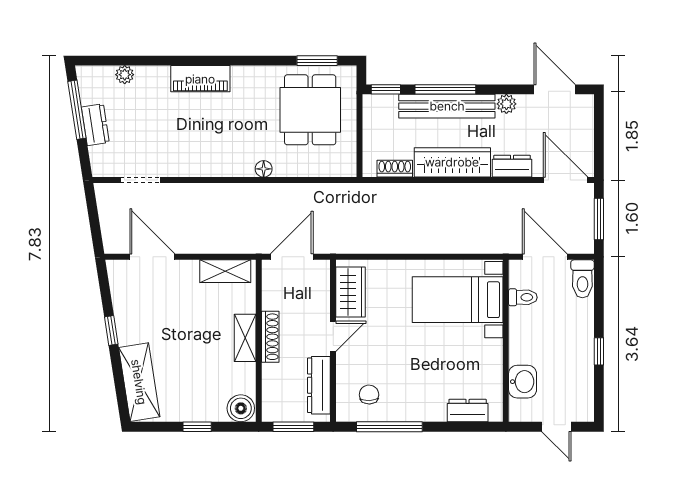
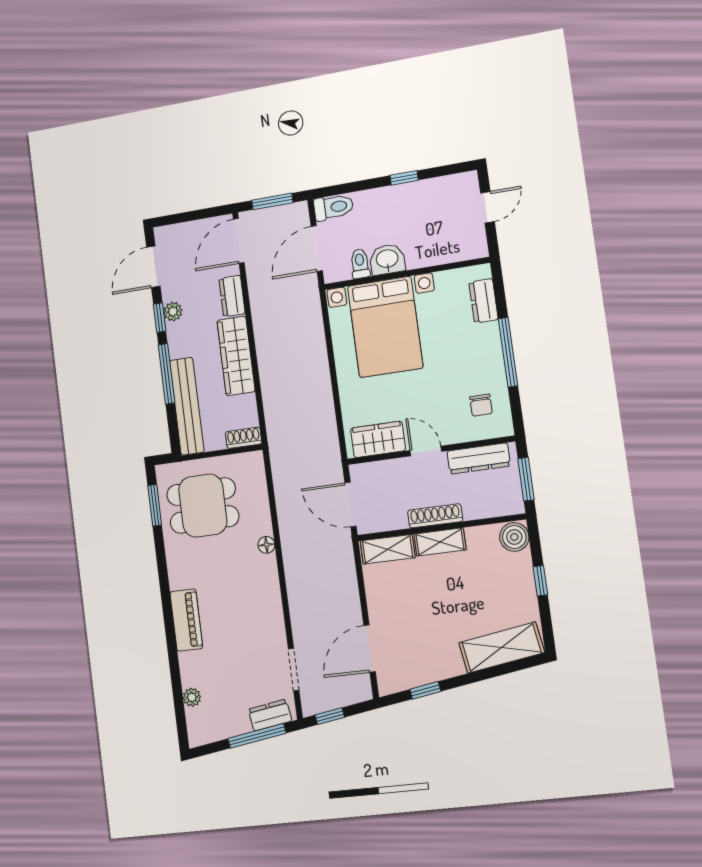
window: (386, 89) -> (160, 318), moved
bench: (447, 106) -> (187, 406), moved
window: (77, 110) -> (257, 736), moved
dresser: (95, 125) -> (270, 715), moved
shoe rack: (395, 169) -> (243, 438), moved, turned 90
window: (92, 210) -> (330, 716), added
shelving: (225, 271) -> (388, 549), moved, turned 90
bed with nightstands: (458, 300) -> (385, 327), width x1.36
window: (111, 331) -> (425, 690), moved
washbasin: (523, 382) -> (387, 259), moved
chair: (369, 394) -> (481, 405), turned -88
window: (389, 427) -> (508, 352), moved

